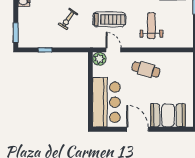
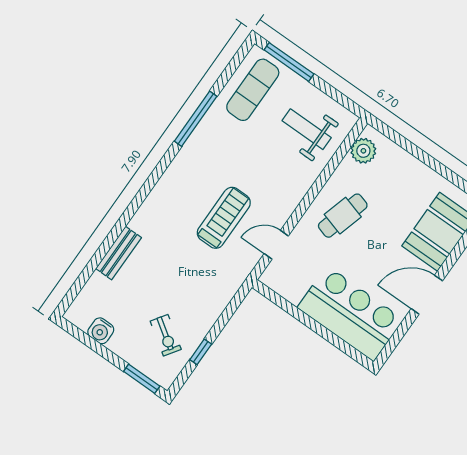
exercise bike: (68, 19) -> (166, 335), moved
weight bench: (151, 26) -> (307, 129), moved
plant: (99, 59) -> (363, 151), moved

